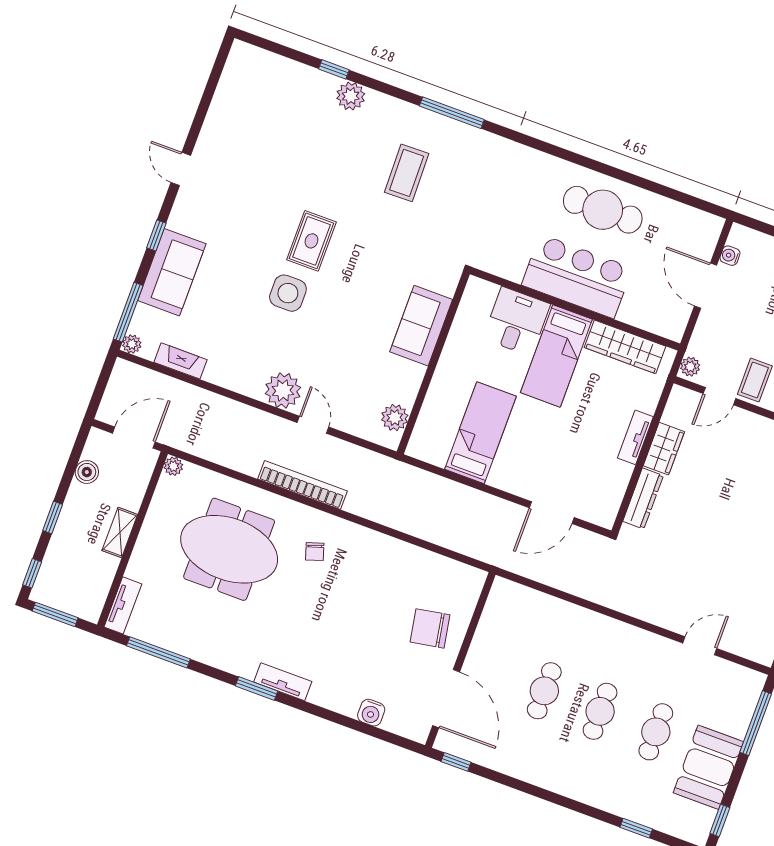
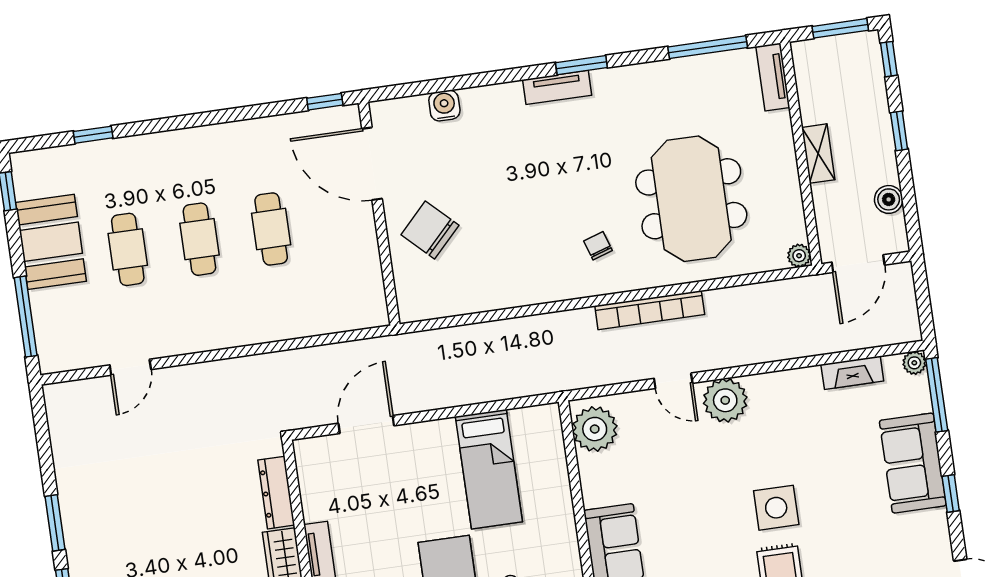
plant: (395, 418) -> (595, 429), width x1.36, depth x1.36
meeting table: (229, 549) -> (691, 199), turned 90
chair: (430, 628) -> (430, 230), turned -126

